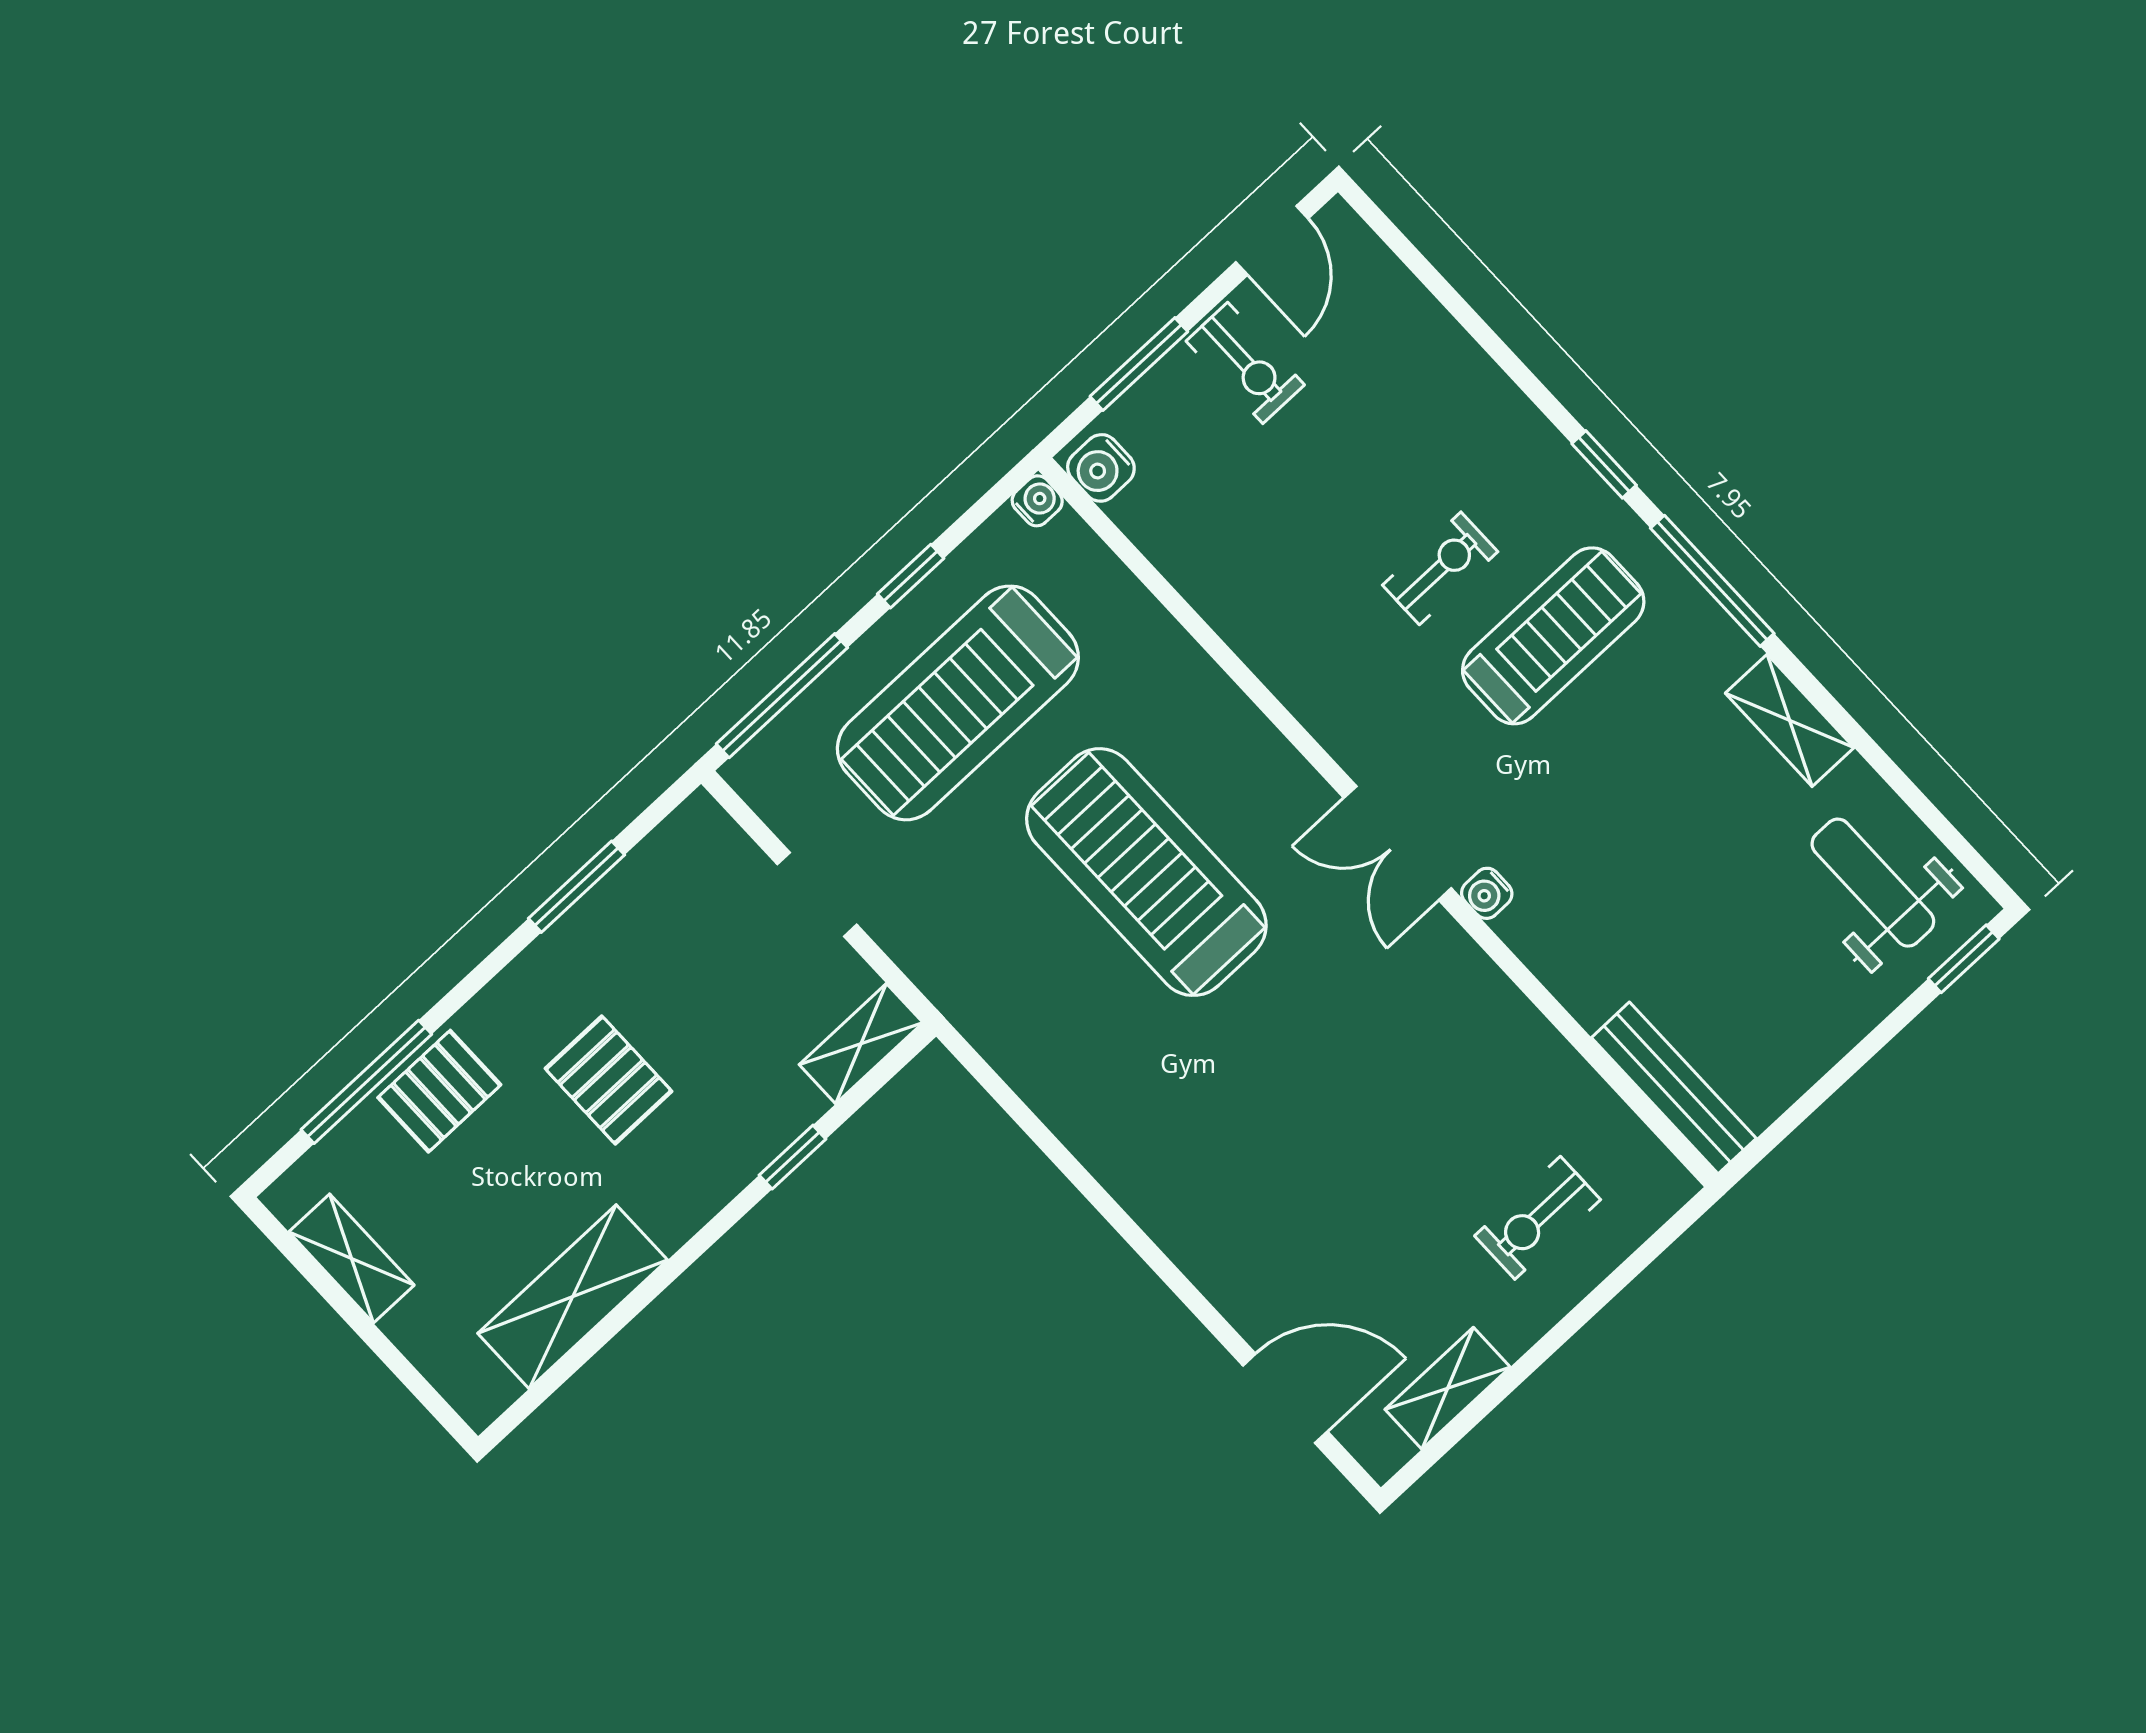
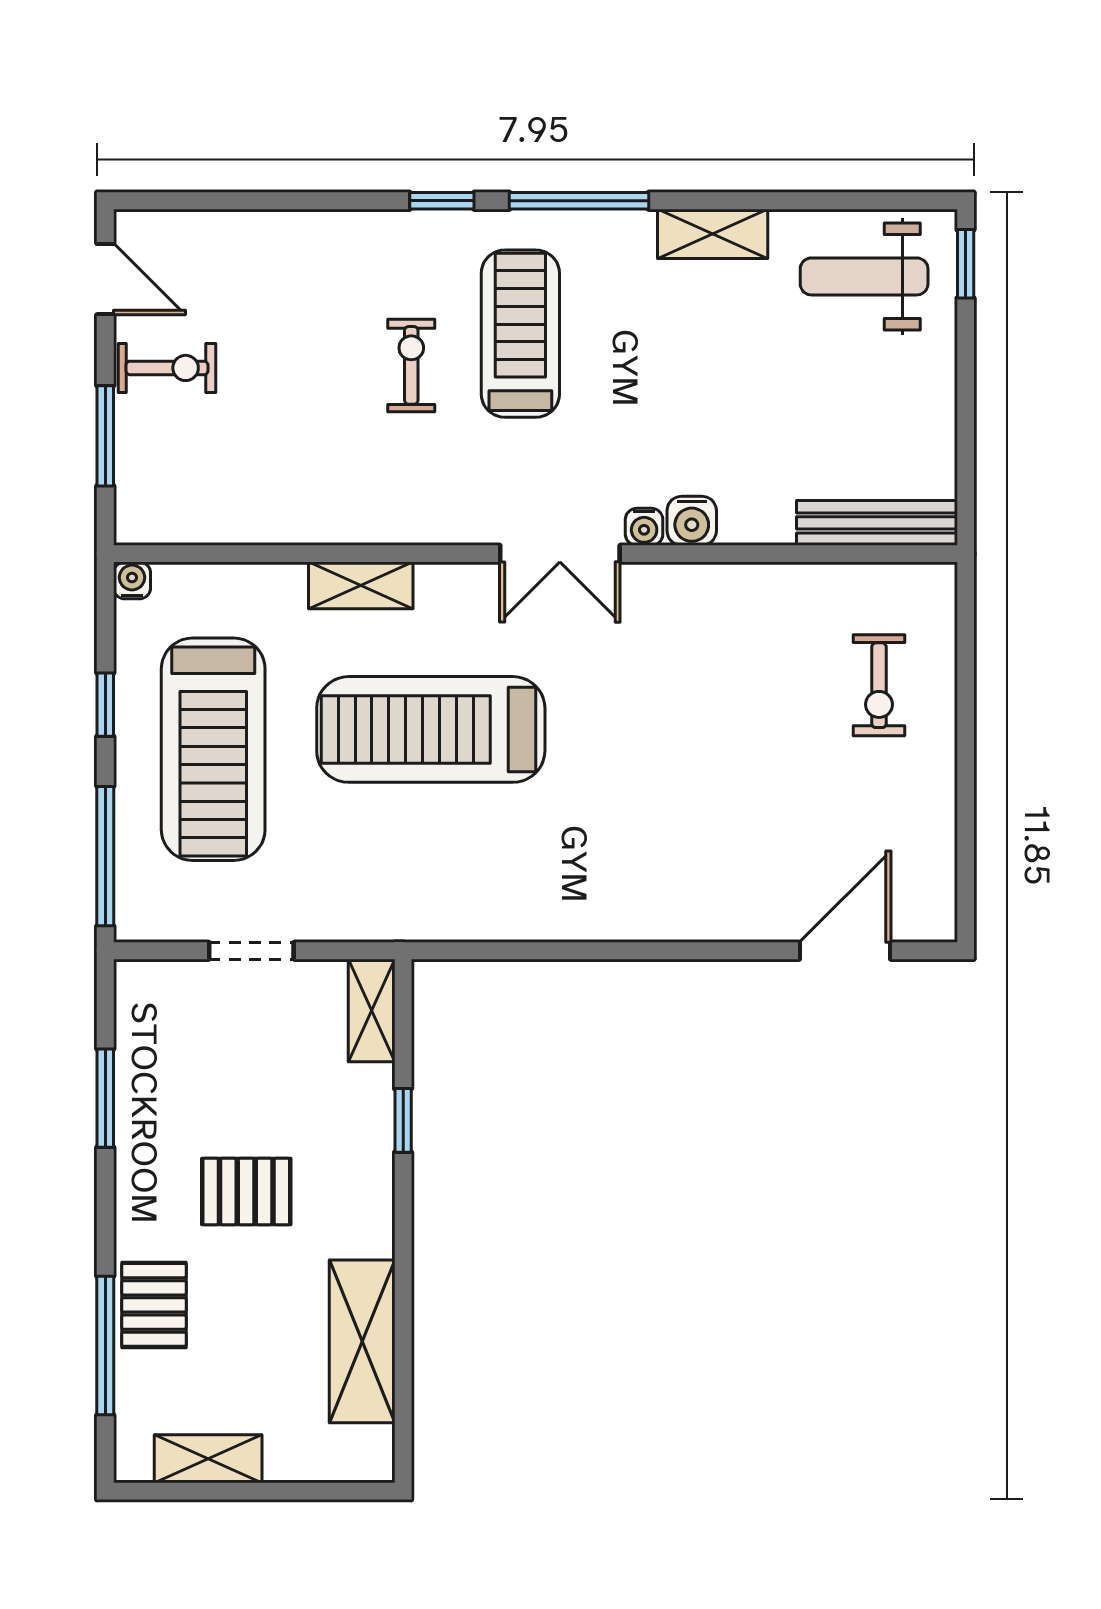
water cooler: (1101, 468) -> (692, 521), moved
shelving: (1448, 1388) -> (361, 585), moved, turned 90

